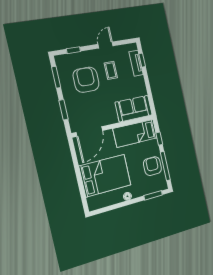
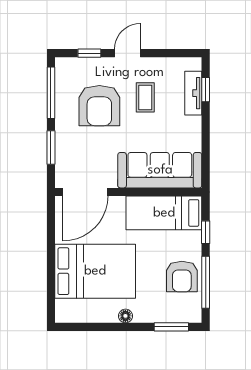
door: (105, 45) -> (127, 53), moved
window: (56, 77) -> (51, 93), width x1.44
armchair: (86, 80) -> (99, 106), turned 180
sofa: (134, 109) -> (160, 170), width x1.36
armchair: (152, 166) -> (182, 277), turned 180

